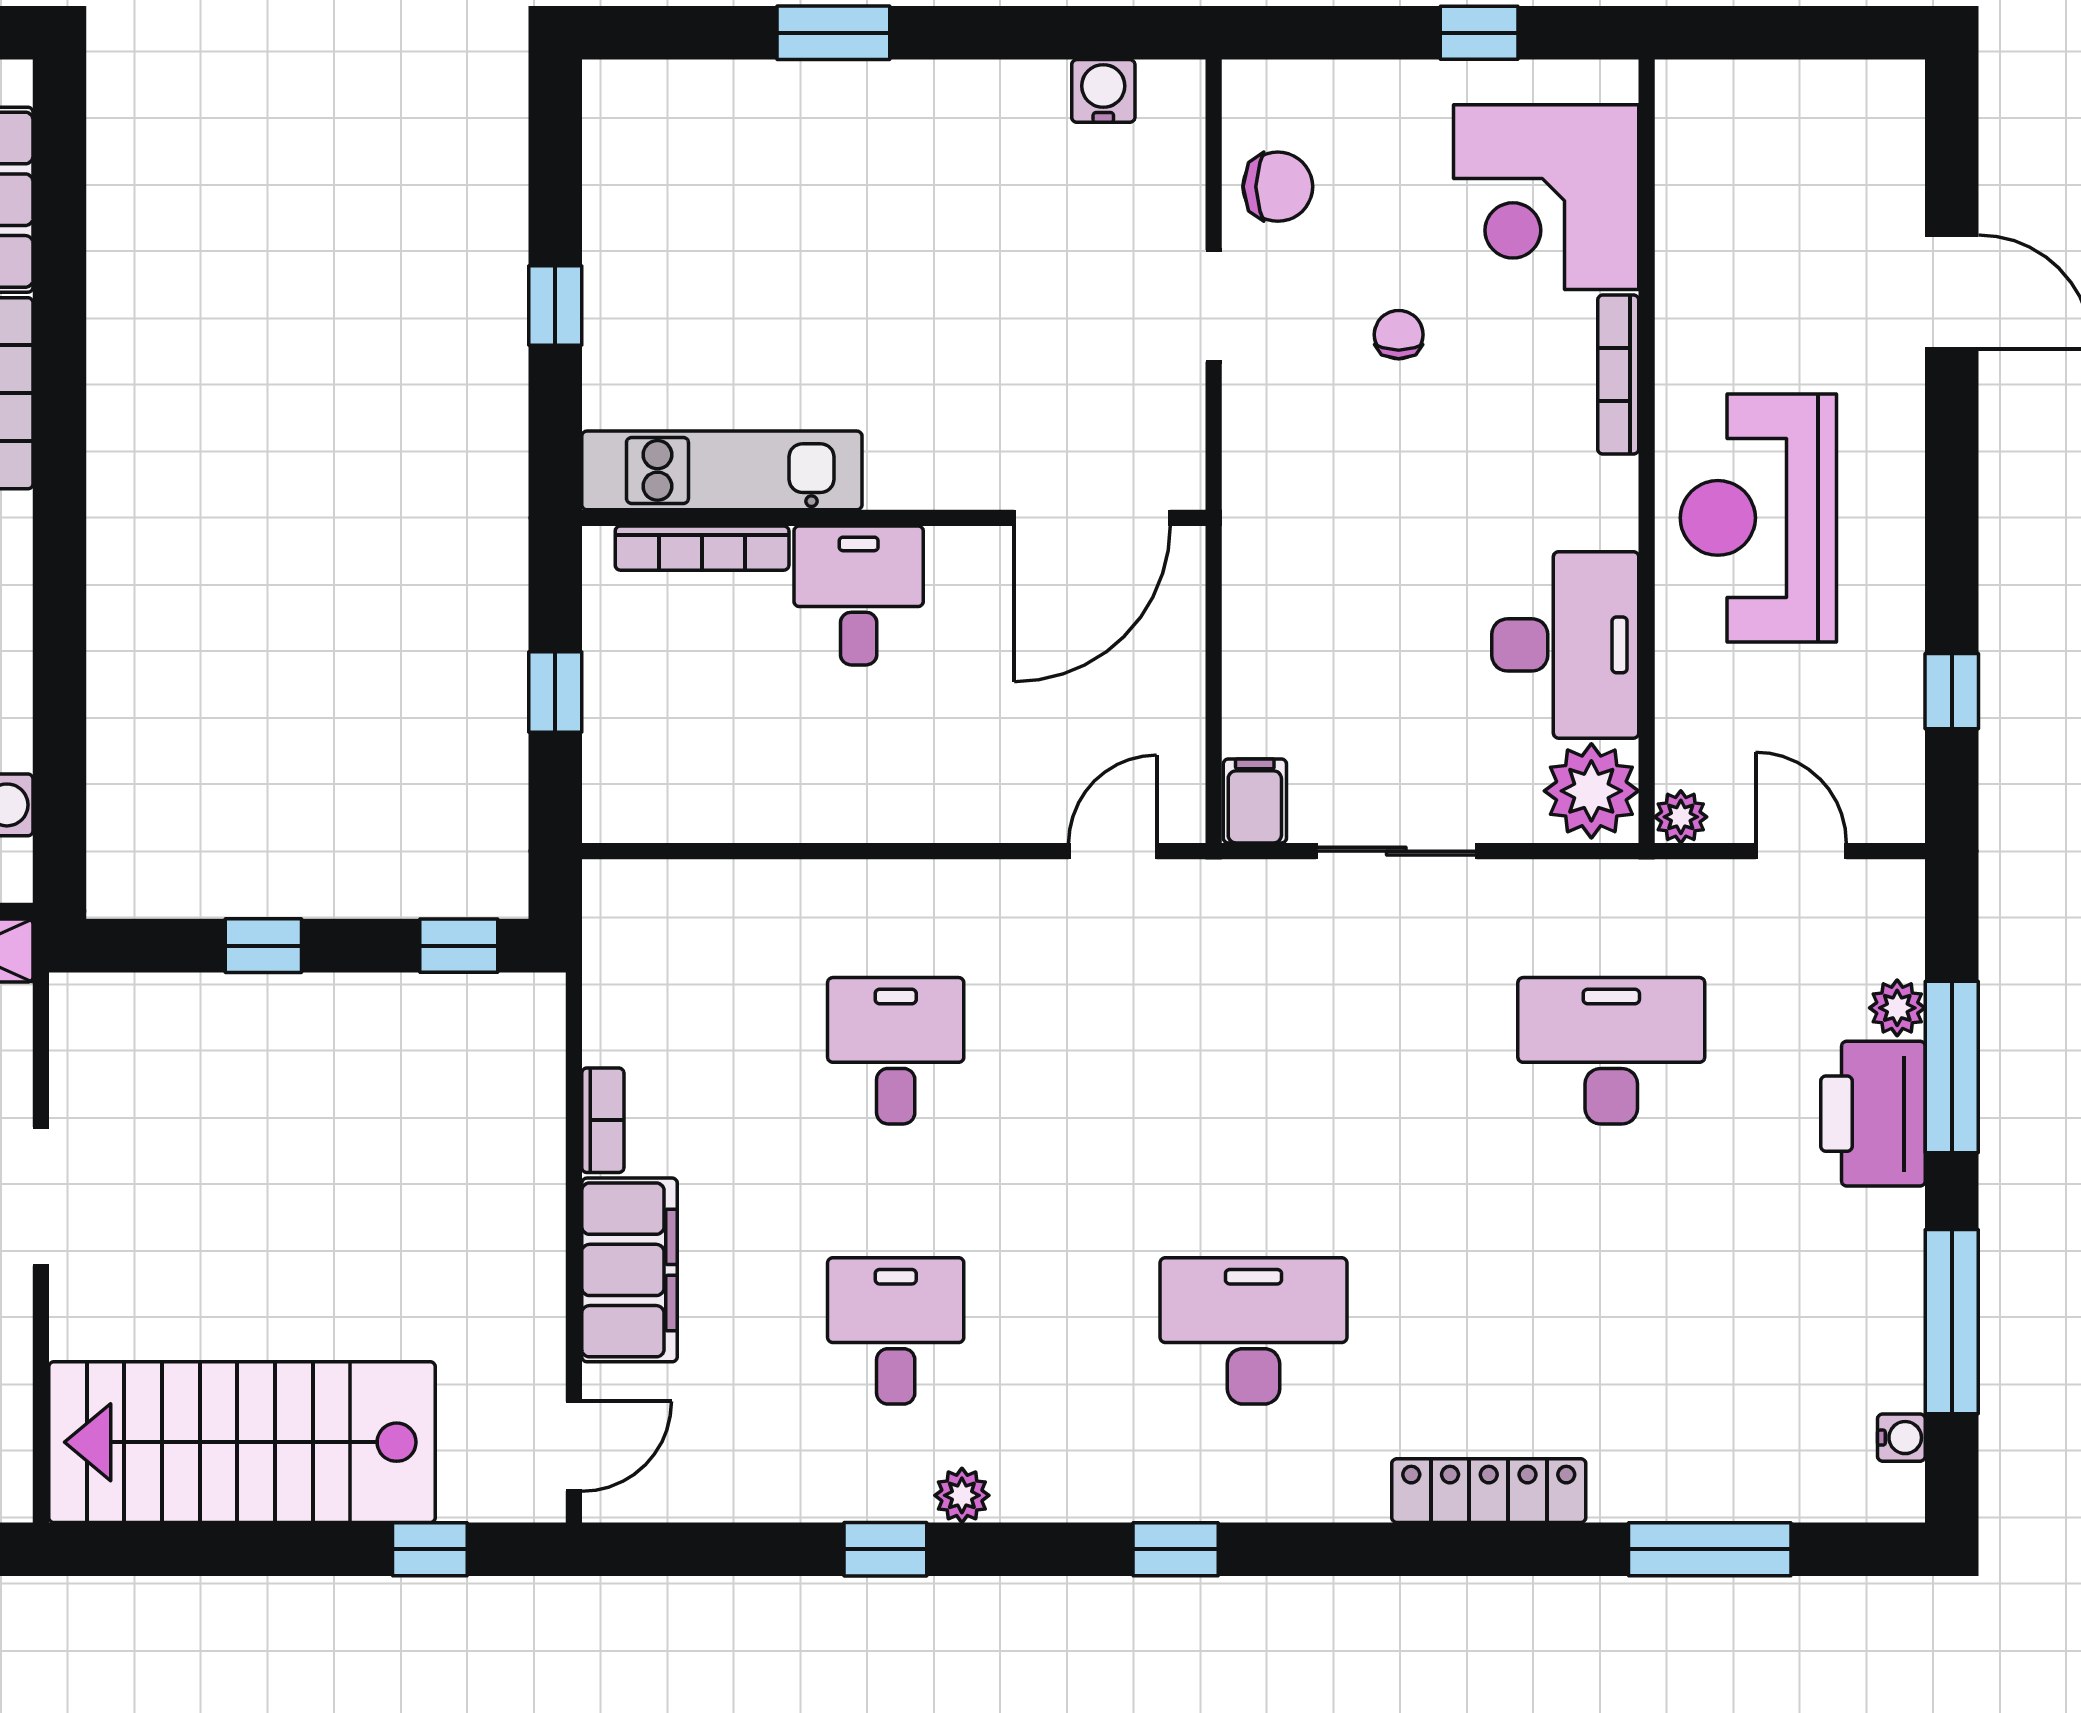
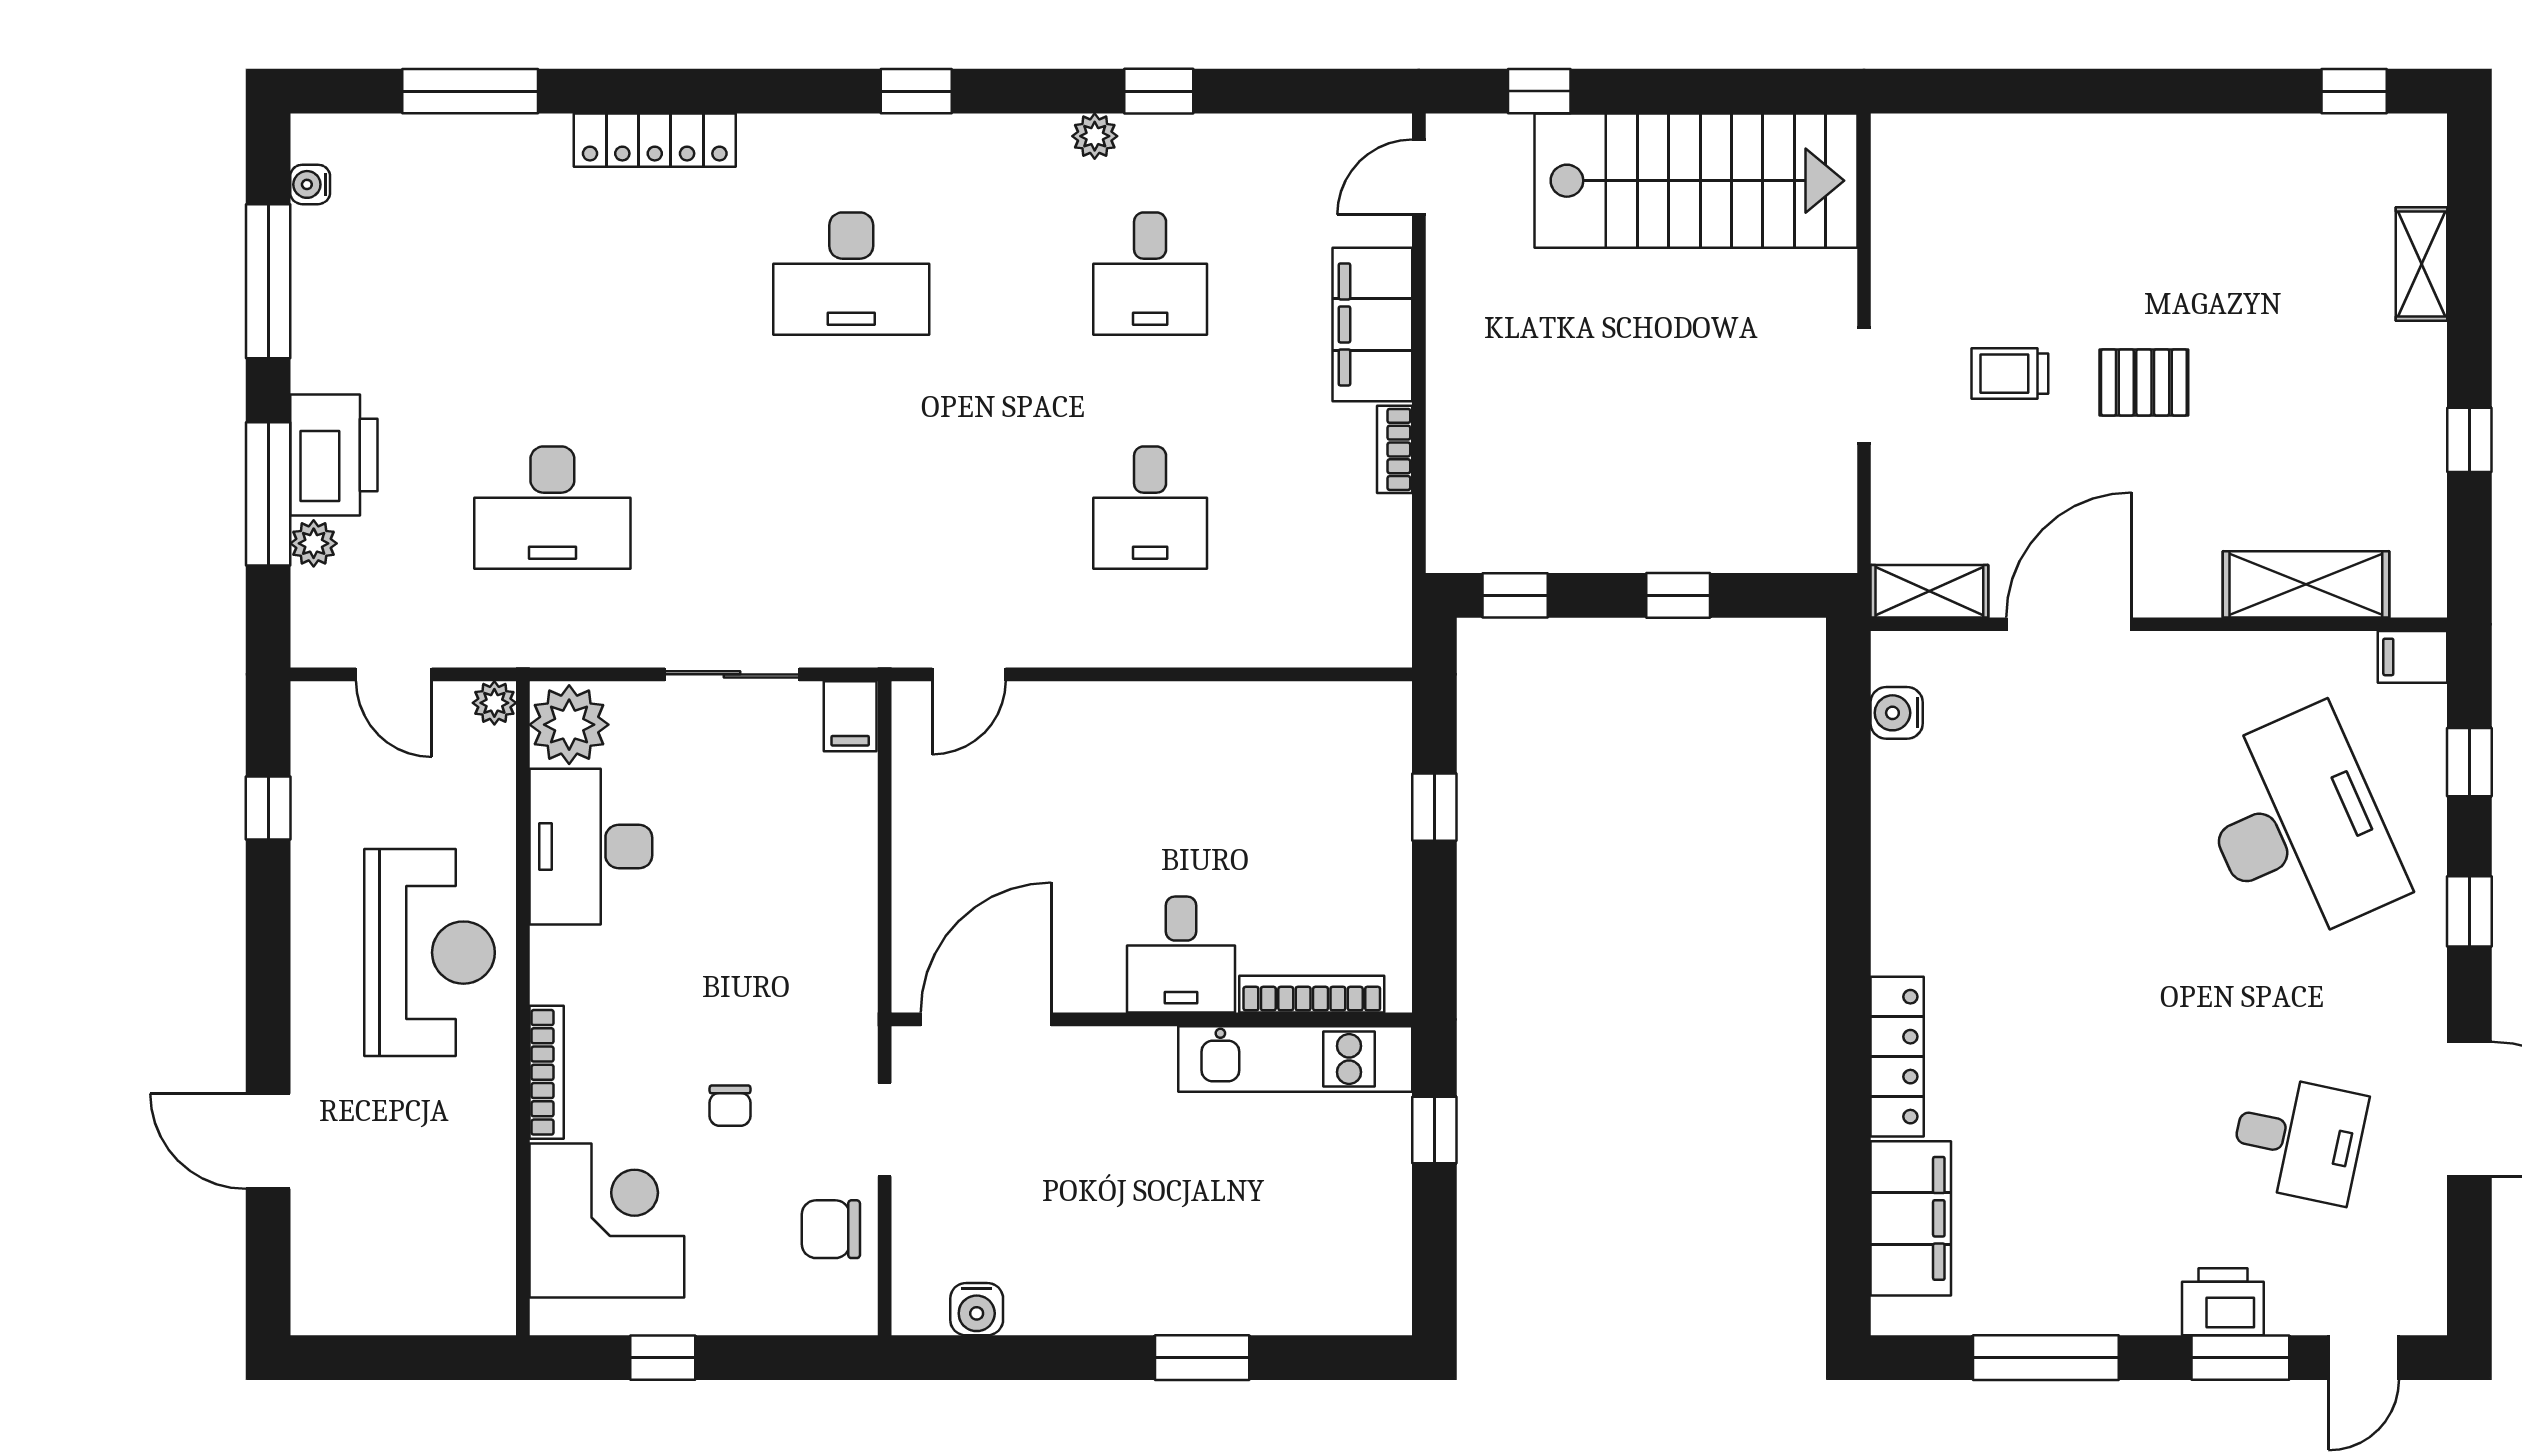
kitchen unit: (722, 470) -> (1295, 1059), moved
wall: (894, 518) -> (1152, 1019), moved
door: (1092, 518) -> (986, 1019), moved
bookcase: (702, 548) -> (1312, 994), moved
desk: (859, 595) -> (1181, 955), moved

